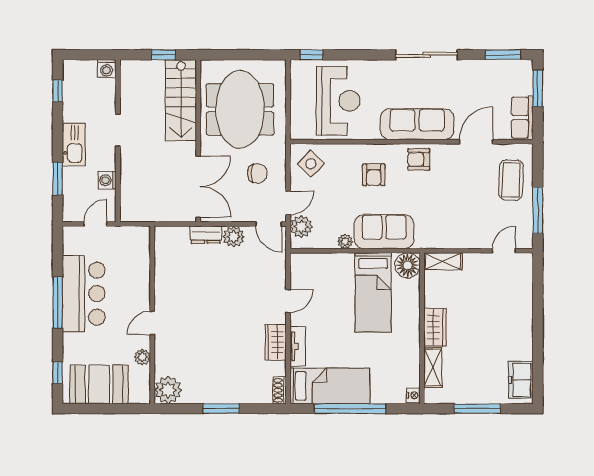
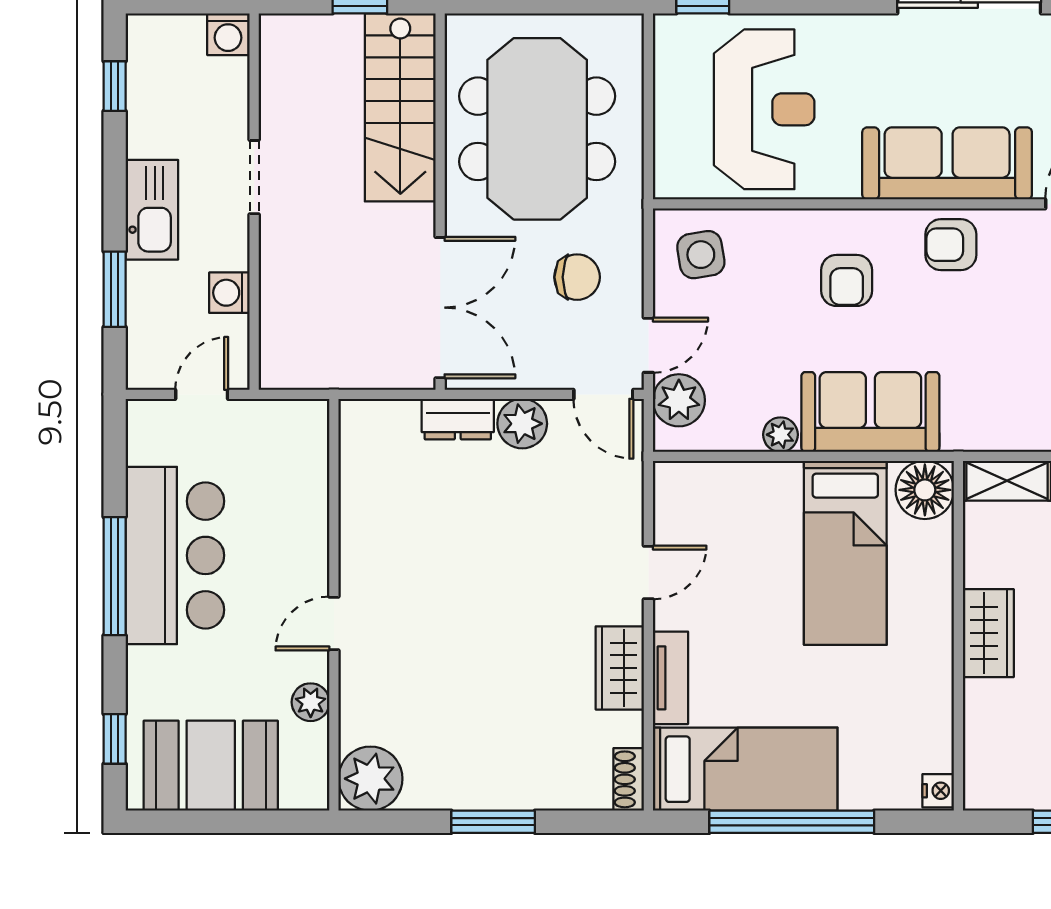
side table: (311, 164) -> (701, 255), turned 38
shelving: (433, 368) -> (984, 727), removed

